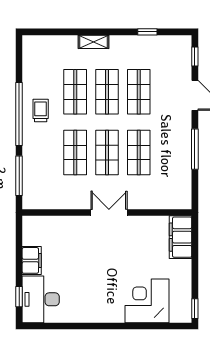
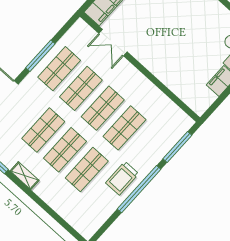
shelving: (94, 42) -> (25, 176), moved
trolley: (41, 110) -> (122, 178), width x1.36, depth x1.39
shop shelf: (171, 153) -> (59, 69), added
double door: (109, 212) -> (113, 43), moved

